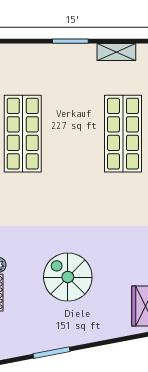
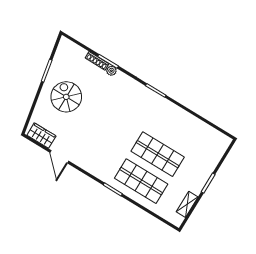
shop shelf: (23, 134) -> (158, 154), moved
spiral stairs: (68, 277) -> (66, 97), moved, turned -90

